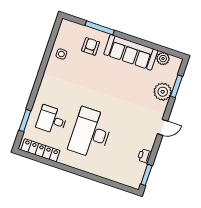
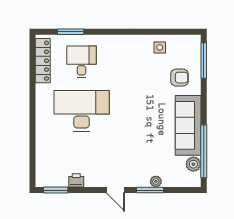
window: (100, 28) -> (204, 61), moved
window: (156, 47) -> (204, 151), added
window: (176, 86) -> (150, 190), moved
plant: (163, 92) -> (156, 181), width x0.53, depth x0.53

